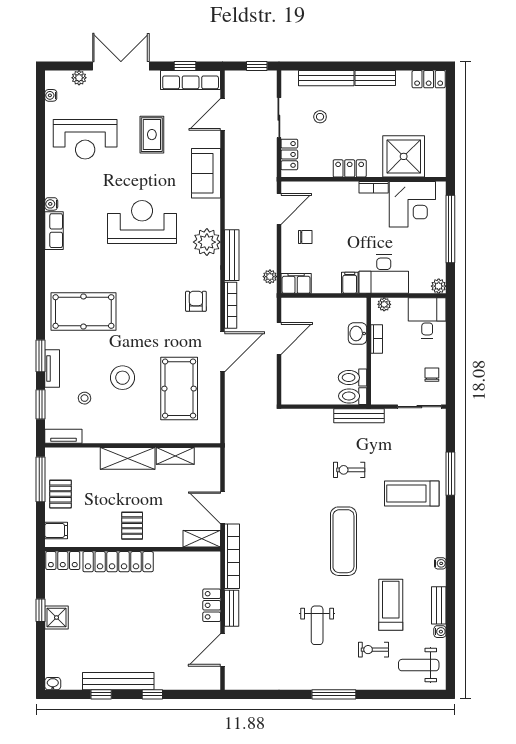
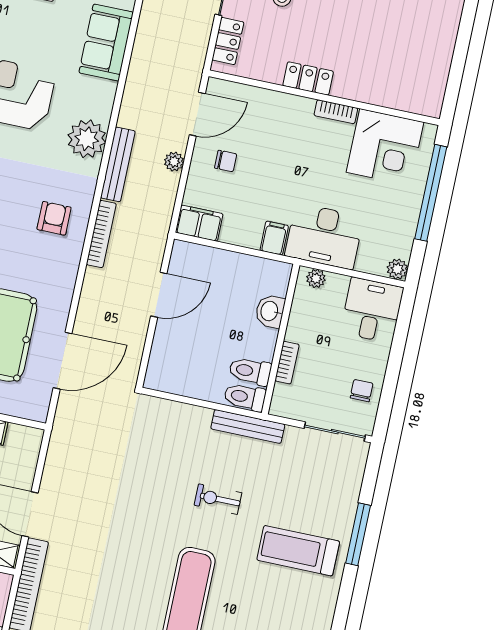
shower: (404, 156) -> (387, 78), removed
plant: (270, 277) -> (174, 162), moved
bookcase: (377, 339) -> (287, 363), moved
door: (223, 352) -> (63, 361), moved

